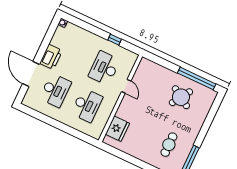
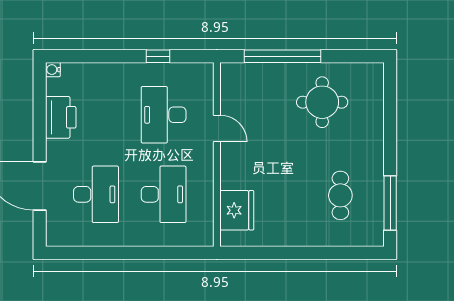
printer: (51, 57) -> (61, 117), moved
window: (197, 78) -> (282, 56), moved
round table: (181, 97) -> (322, 102), turned -32

